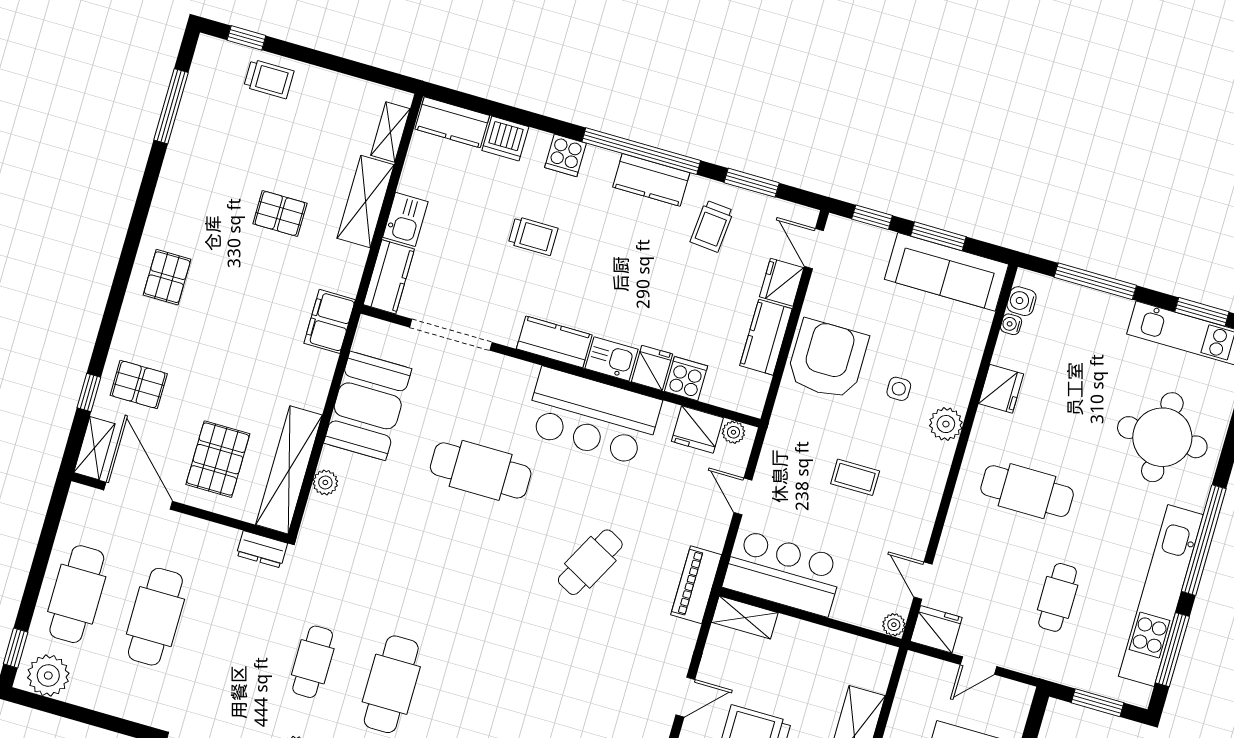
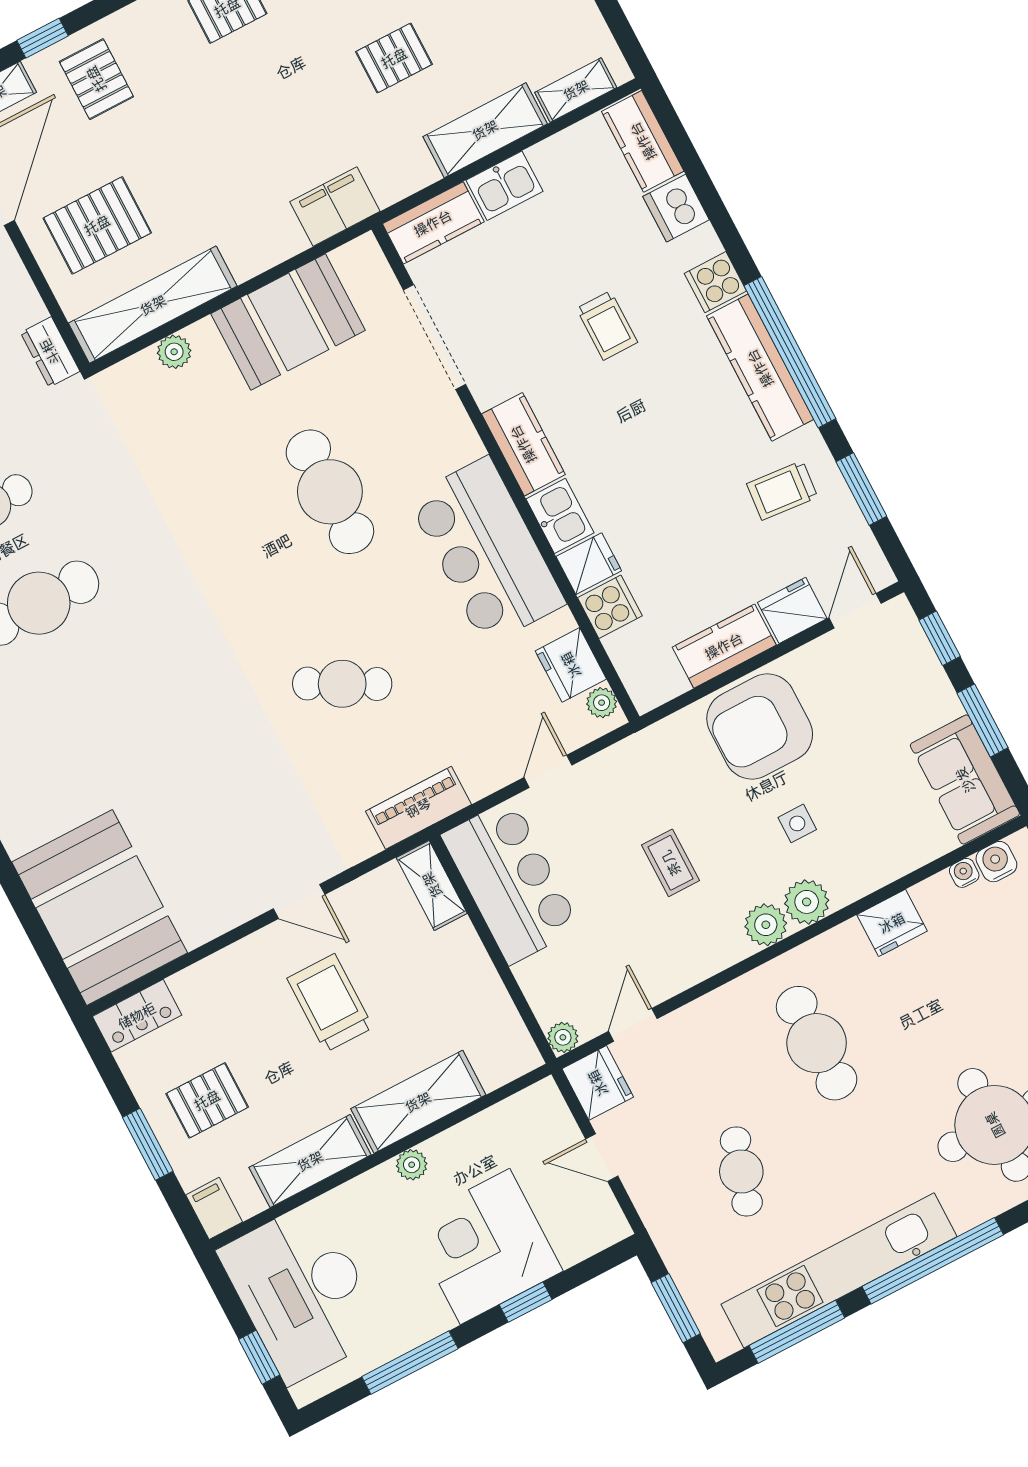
kitchen counter: (651, 180) -> (760, 368), width x1.50
pallet: (280, 213) -> (394, 58), turned 90
sofa: (946, 272) -> (965, 780), width x0.73
armchair: (827, 359) -> (760, 726), turned 180
plant: (937, 458) -> (766, 925), added
cafe table: (1058, 597) -> (741, 1171), turned -73

